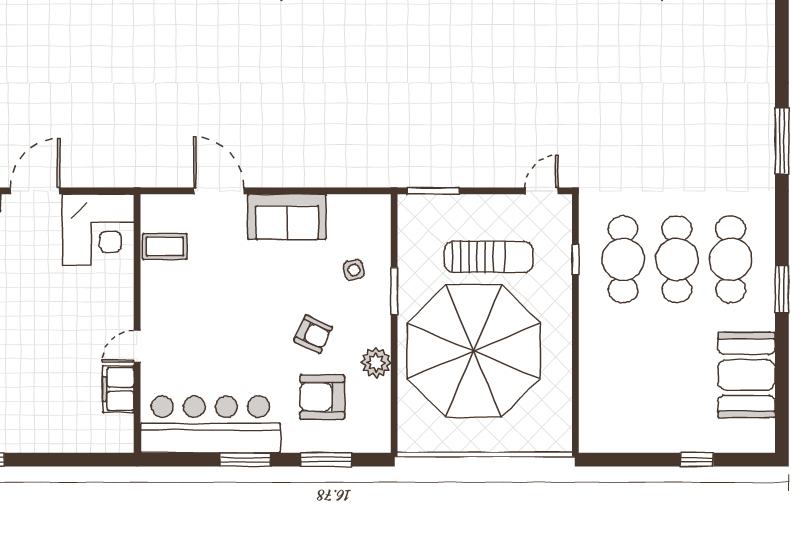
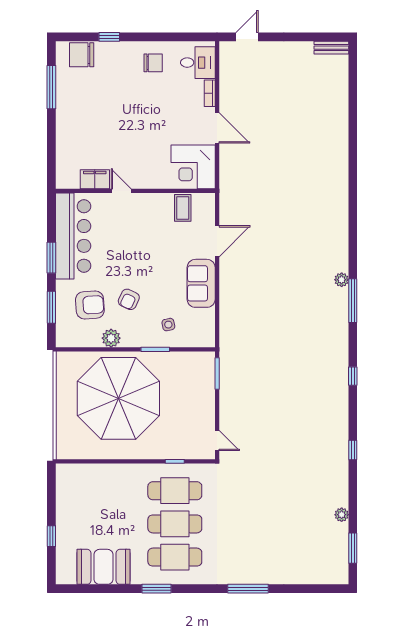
sun lounger: (489, 257) -> (176, 408), removed
armchair: (322, 397) -> (90, 305), turned 86

